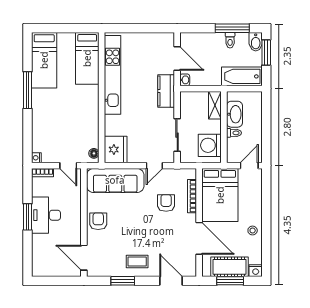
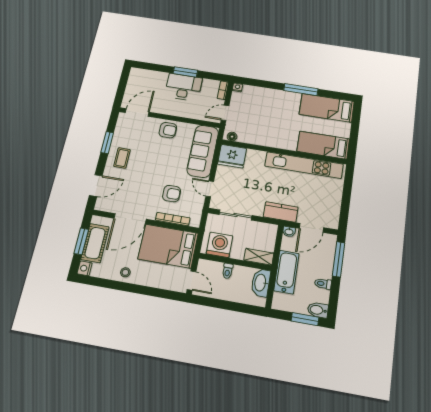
window: (232, 28) -> (339, 259), moved
bathtub: (242, 76) -> (286, 272), moved
washbasin: (234, 114) -> (261, 283), moved, turned 90

